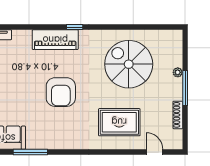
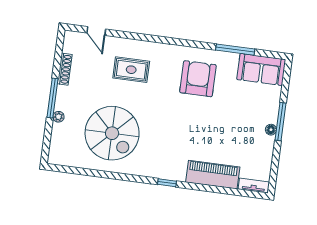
piano: (55, 40) -> (213, 175), moved
armchair: (61, 92) -> (198, 79), moved
rug: (119, 122) -> (131, 70), width x0.73, depth x0.70

